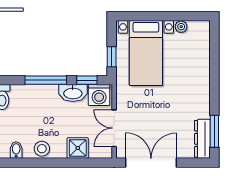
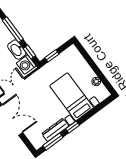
bed with nightstands: (146, 53) -> (72, 97), moved, turned 90
window: (214, 95) -> (73, 127), added
dresser: (202, 139) -> (55, 130), moved

